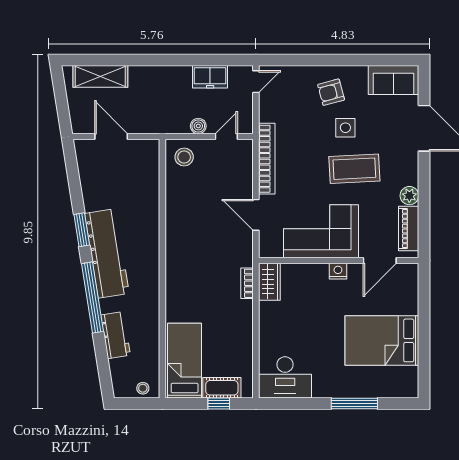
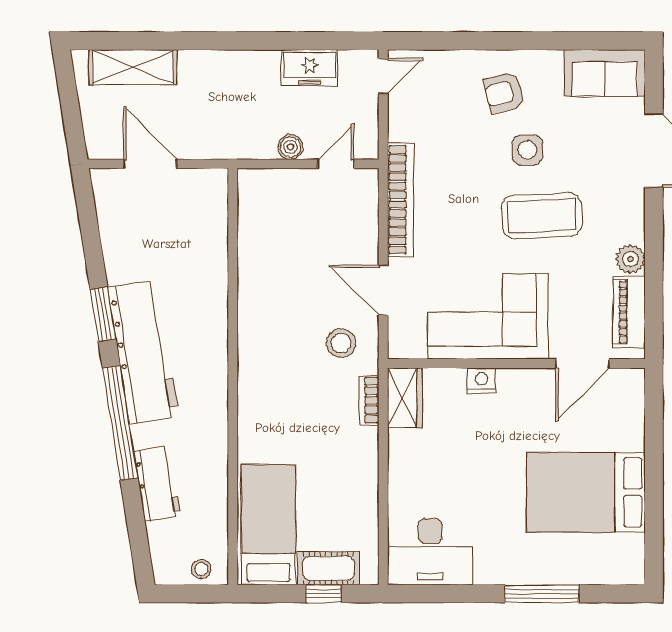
stool: (184, 157) -> (341, 343), moved
nightstand: (338, 271) -> (481, 381), moved

